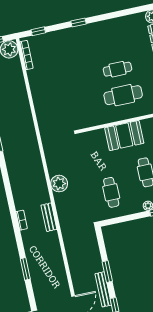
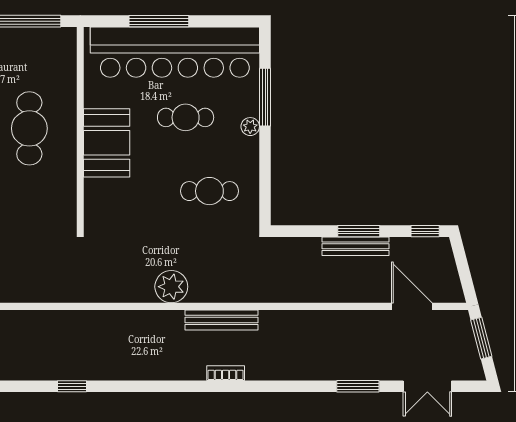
bench: (49, 217) -> (222, 320), width x1.36
window: (25, 269) -> (358, 386), moved
bench: (103, 289) -> (356, 246), moved

